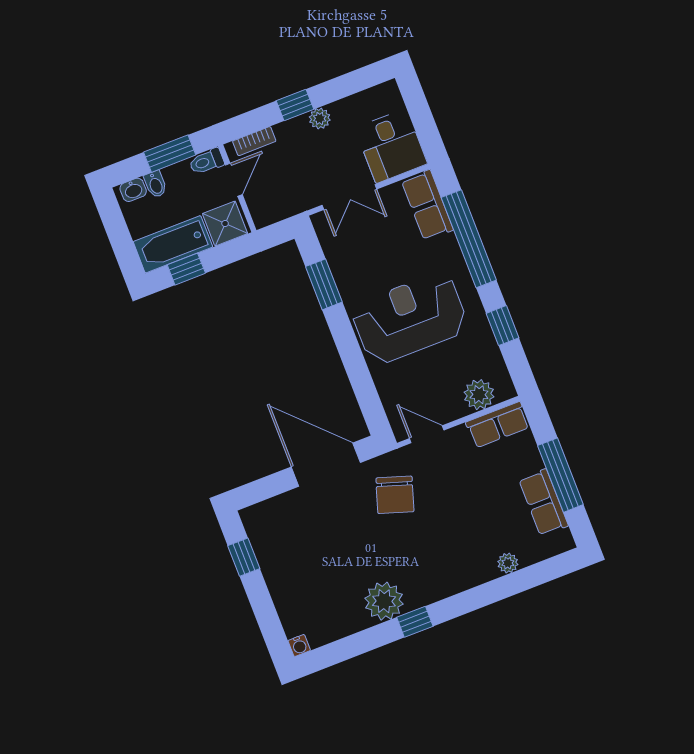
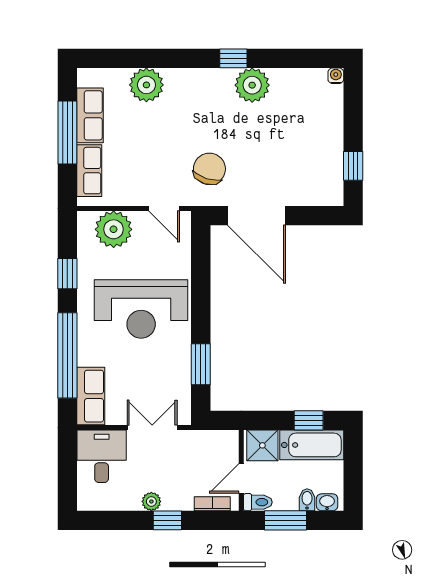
plant: (479, 395) -> (114, 229), width x1.36, depth x1.36
row of seats: (498, 425) -> (89, 171), moved, turned 90
plant: (508, 563) -> (146, 85), width x1.87, depth x1.87

